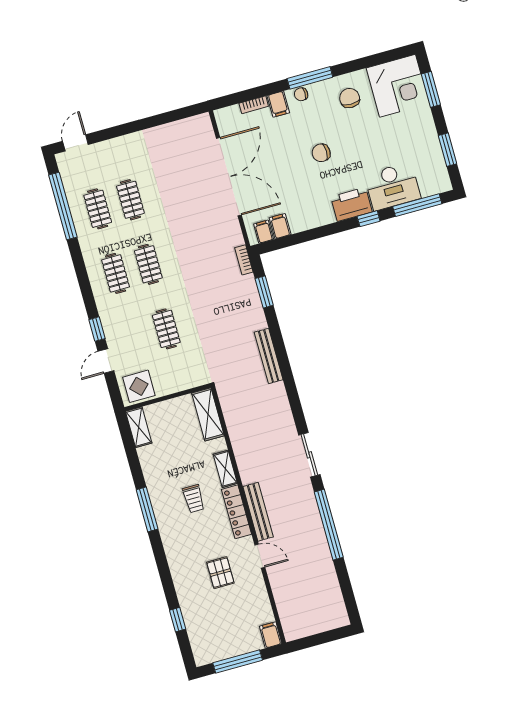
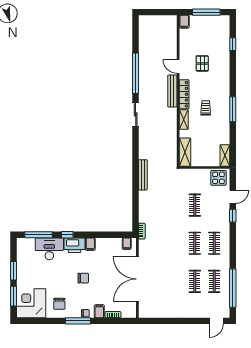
window: (448, 150) -> (14, 271), moved
filing cabinet: (280, 226) -> (90, 244), moved
window: (264, 292) -> (136, 210), removed

